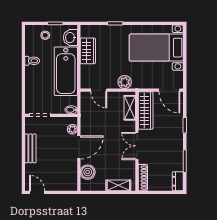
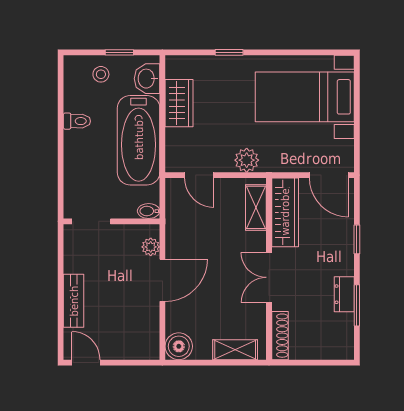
bench: (30, 148) -> (74, 301), moved
boiler: (88, 172) -> (179, 346), moved
dresser: (178, 181) -> (344, 294), moved

